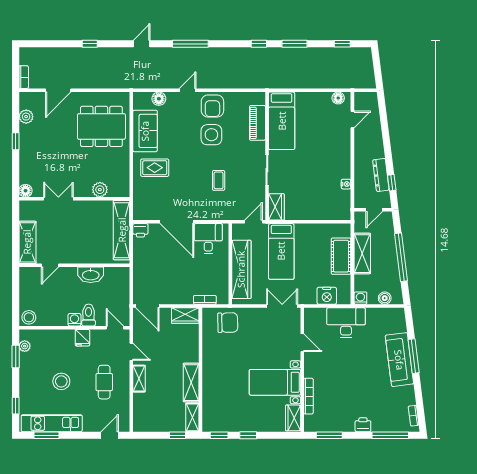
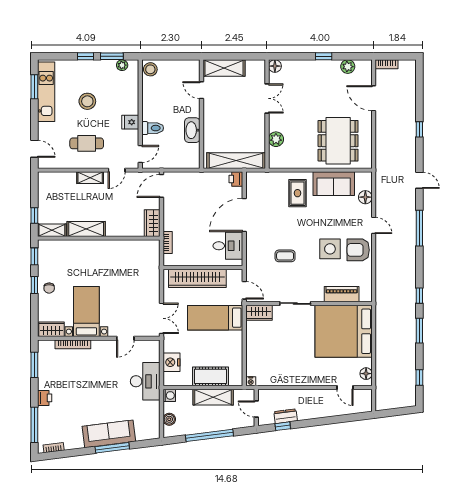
bed: (282, 121) -> (344, 331), width x2.04
dresser: (381, 175) -> (286, 416), width x0.70
nightstand: (346, 184) -> (251, 381), moved
washing machine: (74, 320) -> (148, 114), removed
chair: (228, 323) -> (49, 288), moved, width x0.54, depth x0.54
window: (16, 406) -> (85, 56), moved

